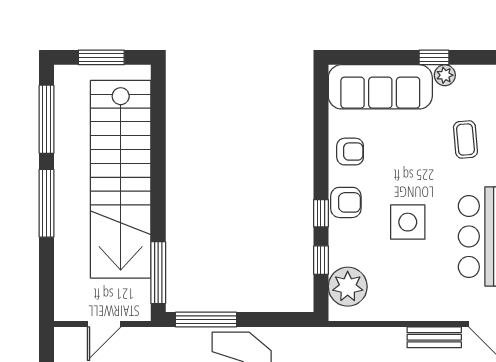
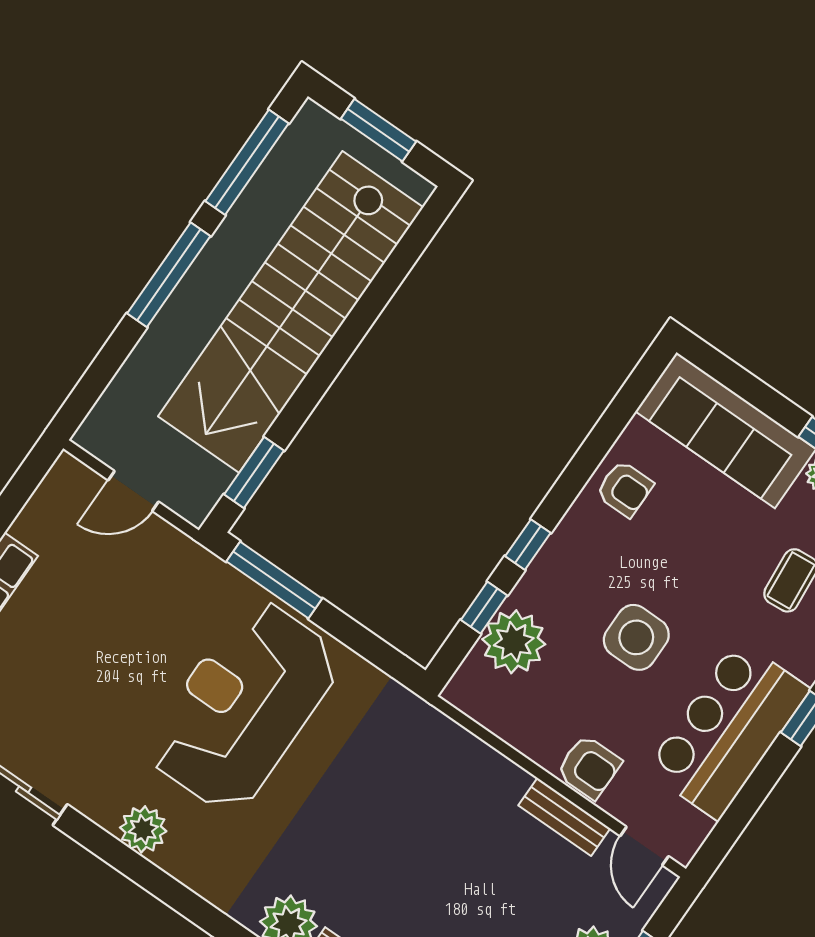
armchair: (346, 202) -> (589, 767), moved
window: (158, 273) -> (254, 472), width x0.69
plant: (348, 287) -> (514, 642), moved

